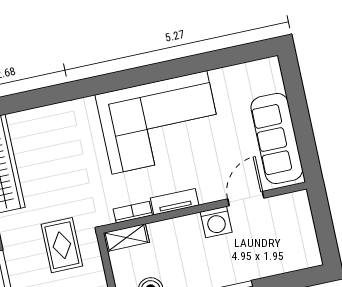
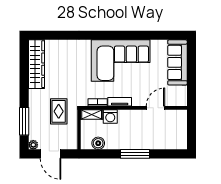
sofa: (277, 139) -> (177, 62), moved
washing machine: (216, 222) -> (110, 116), moved

